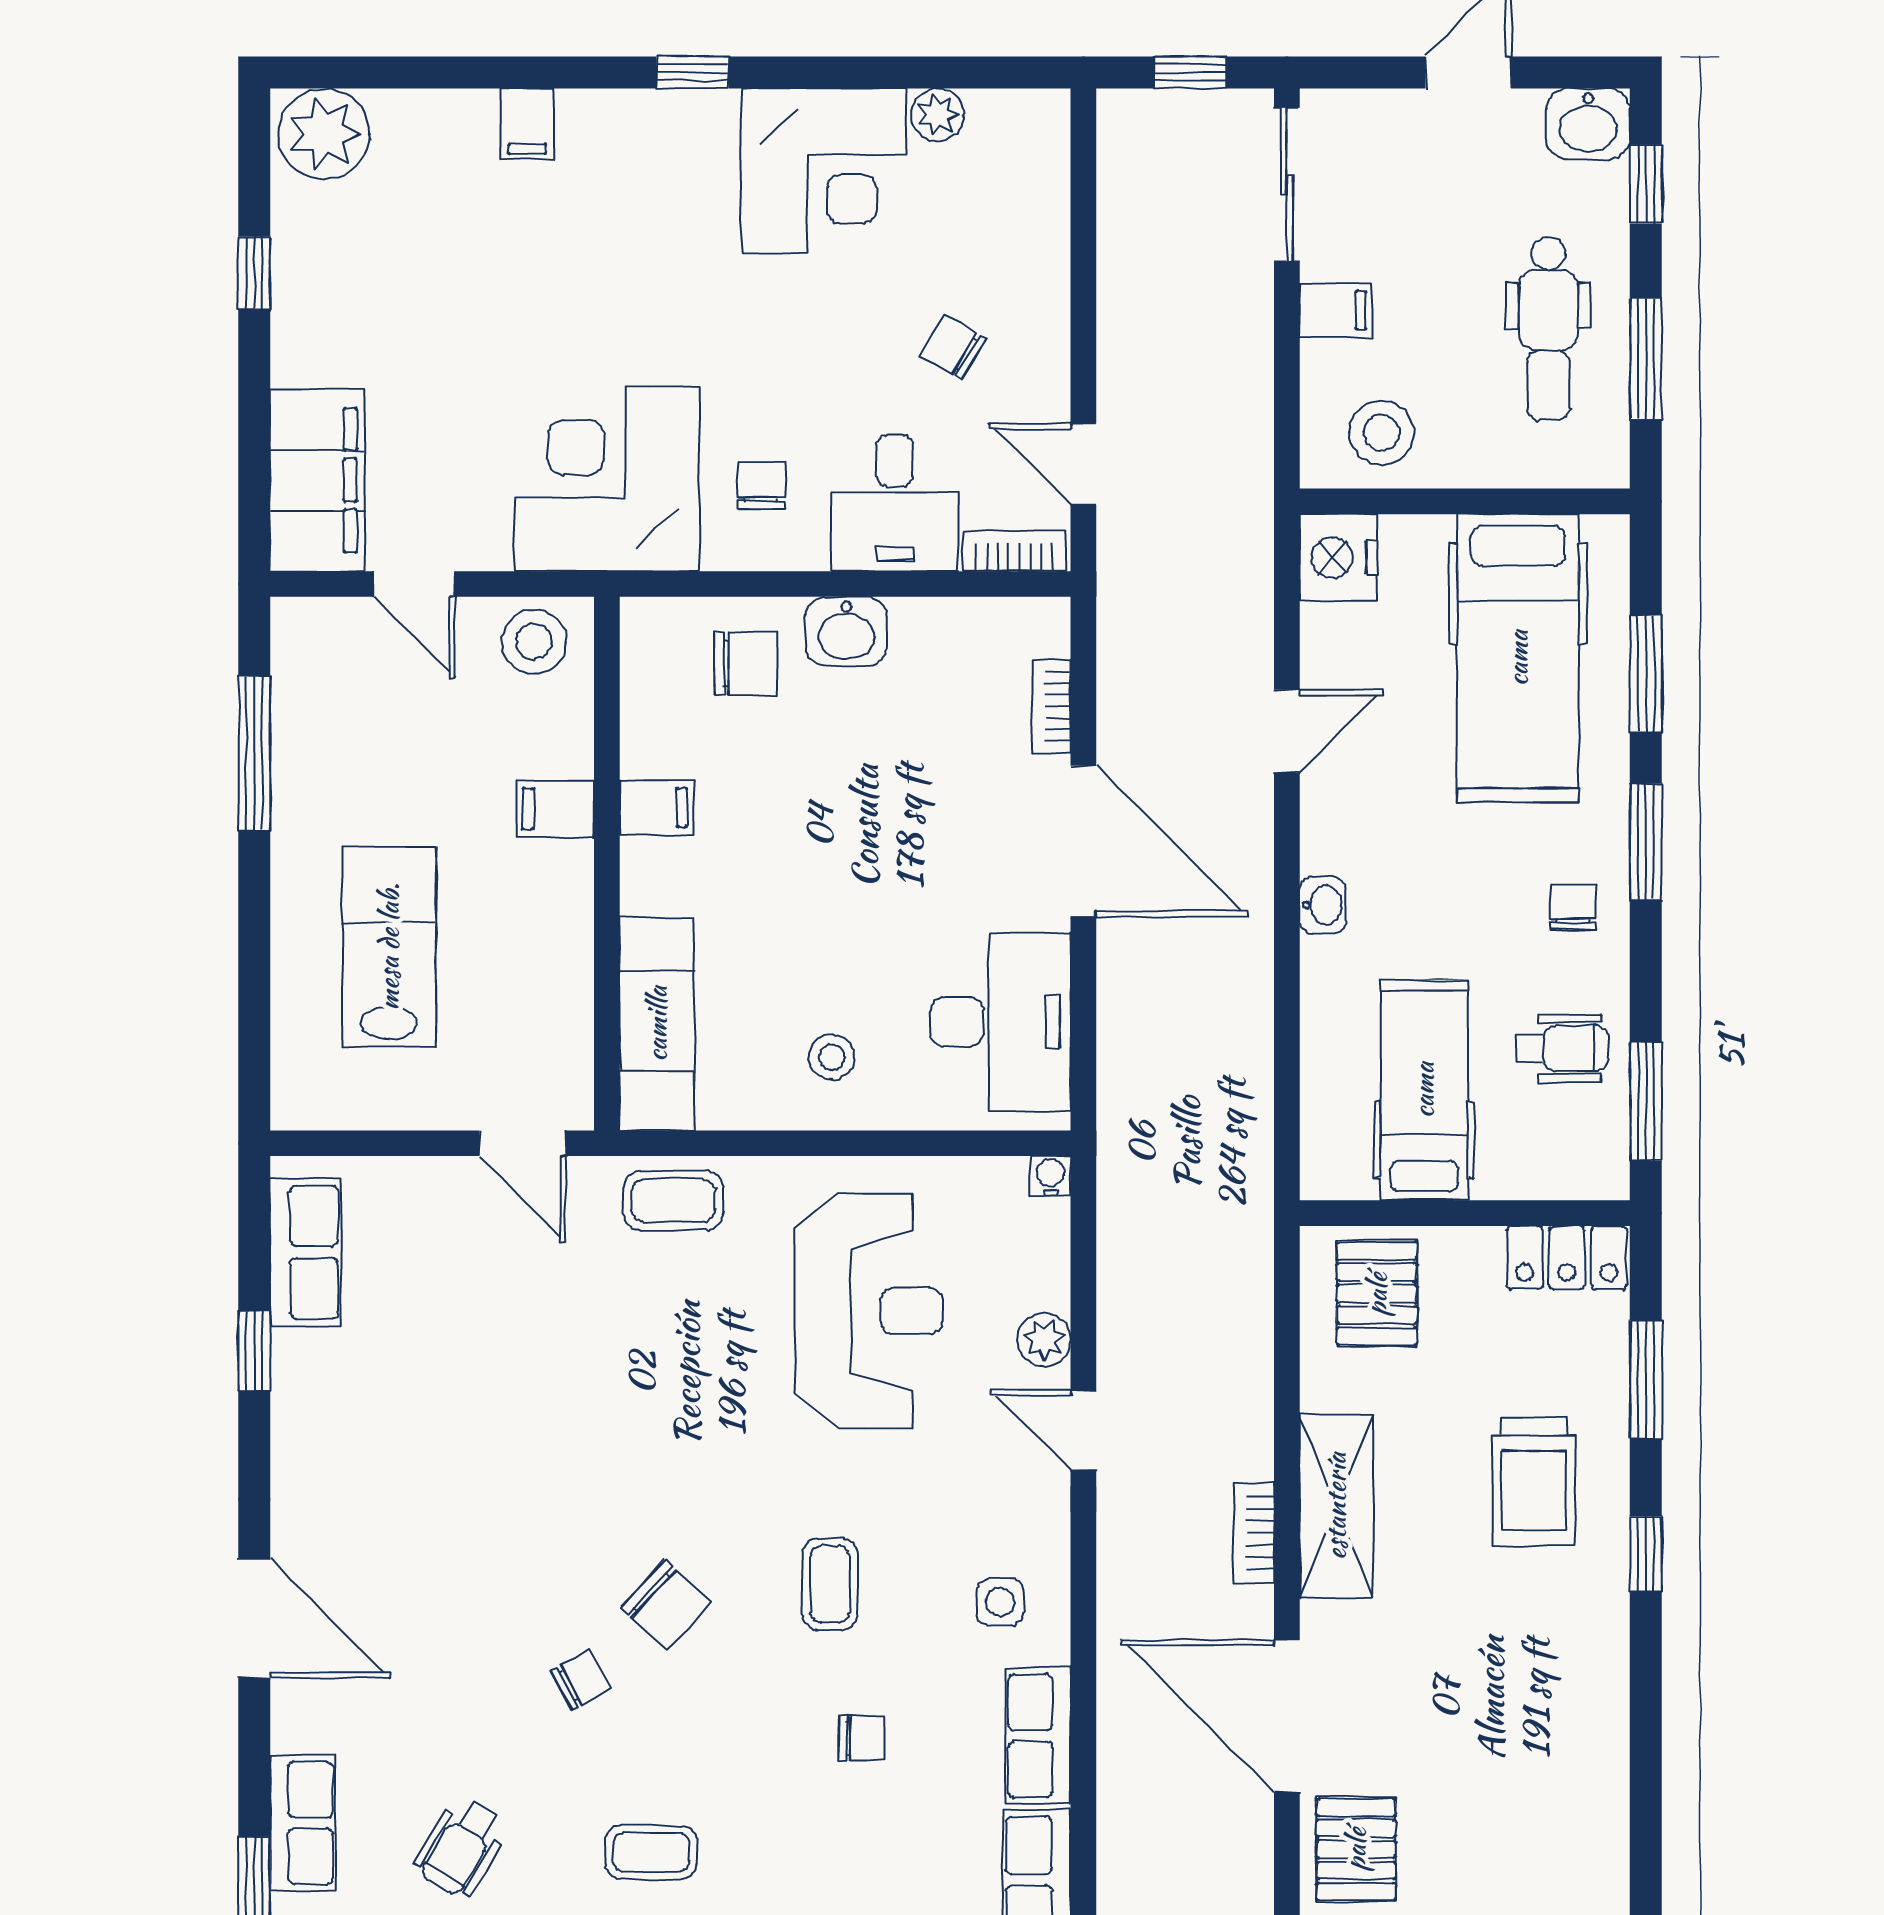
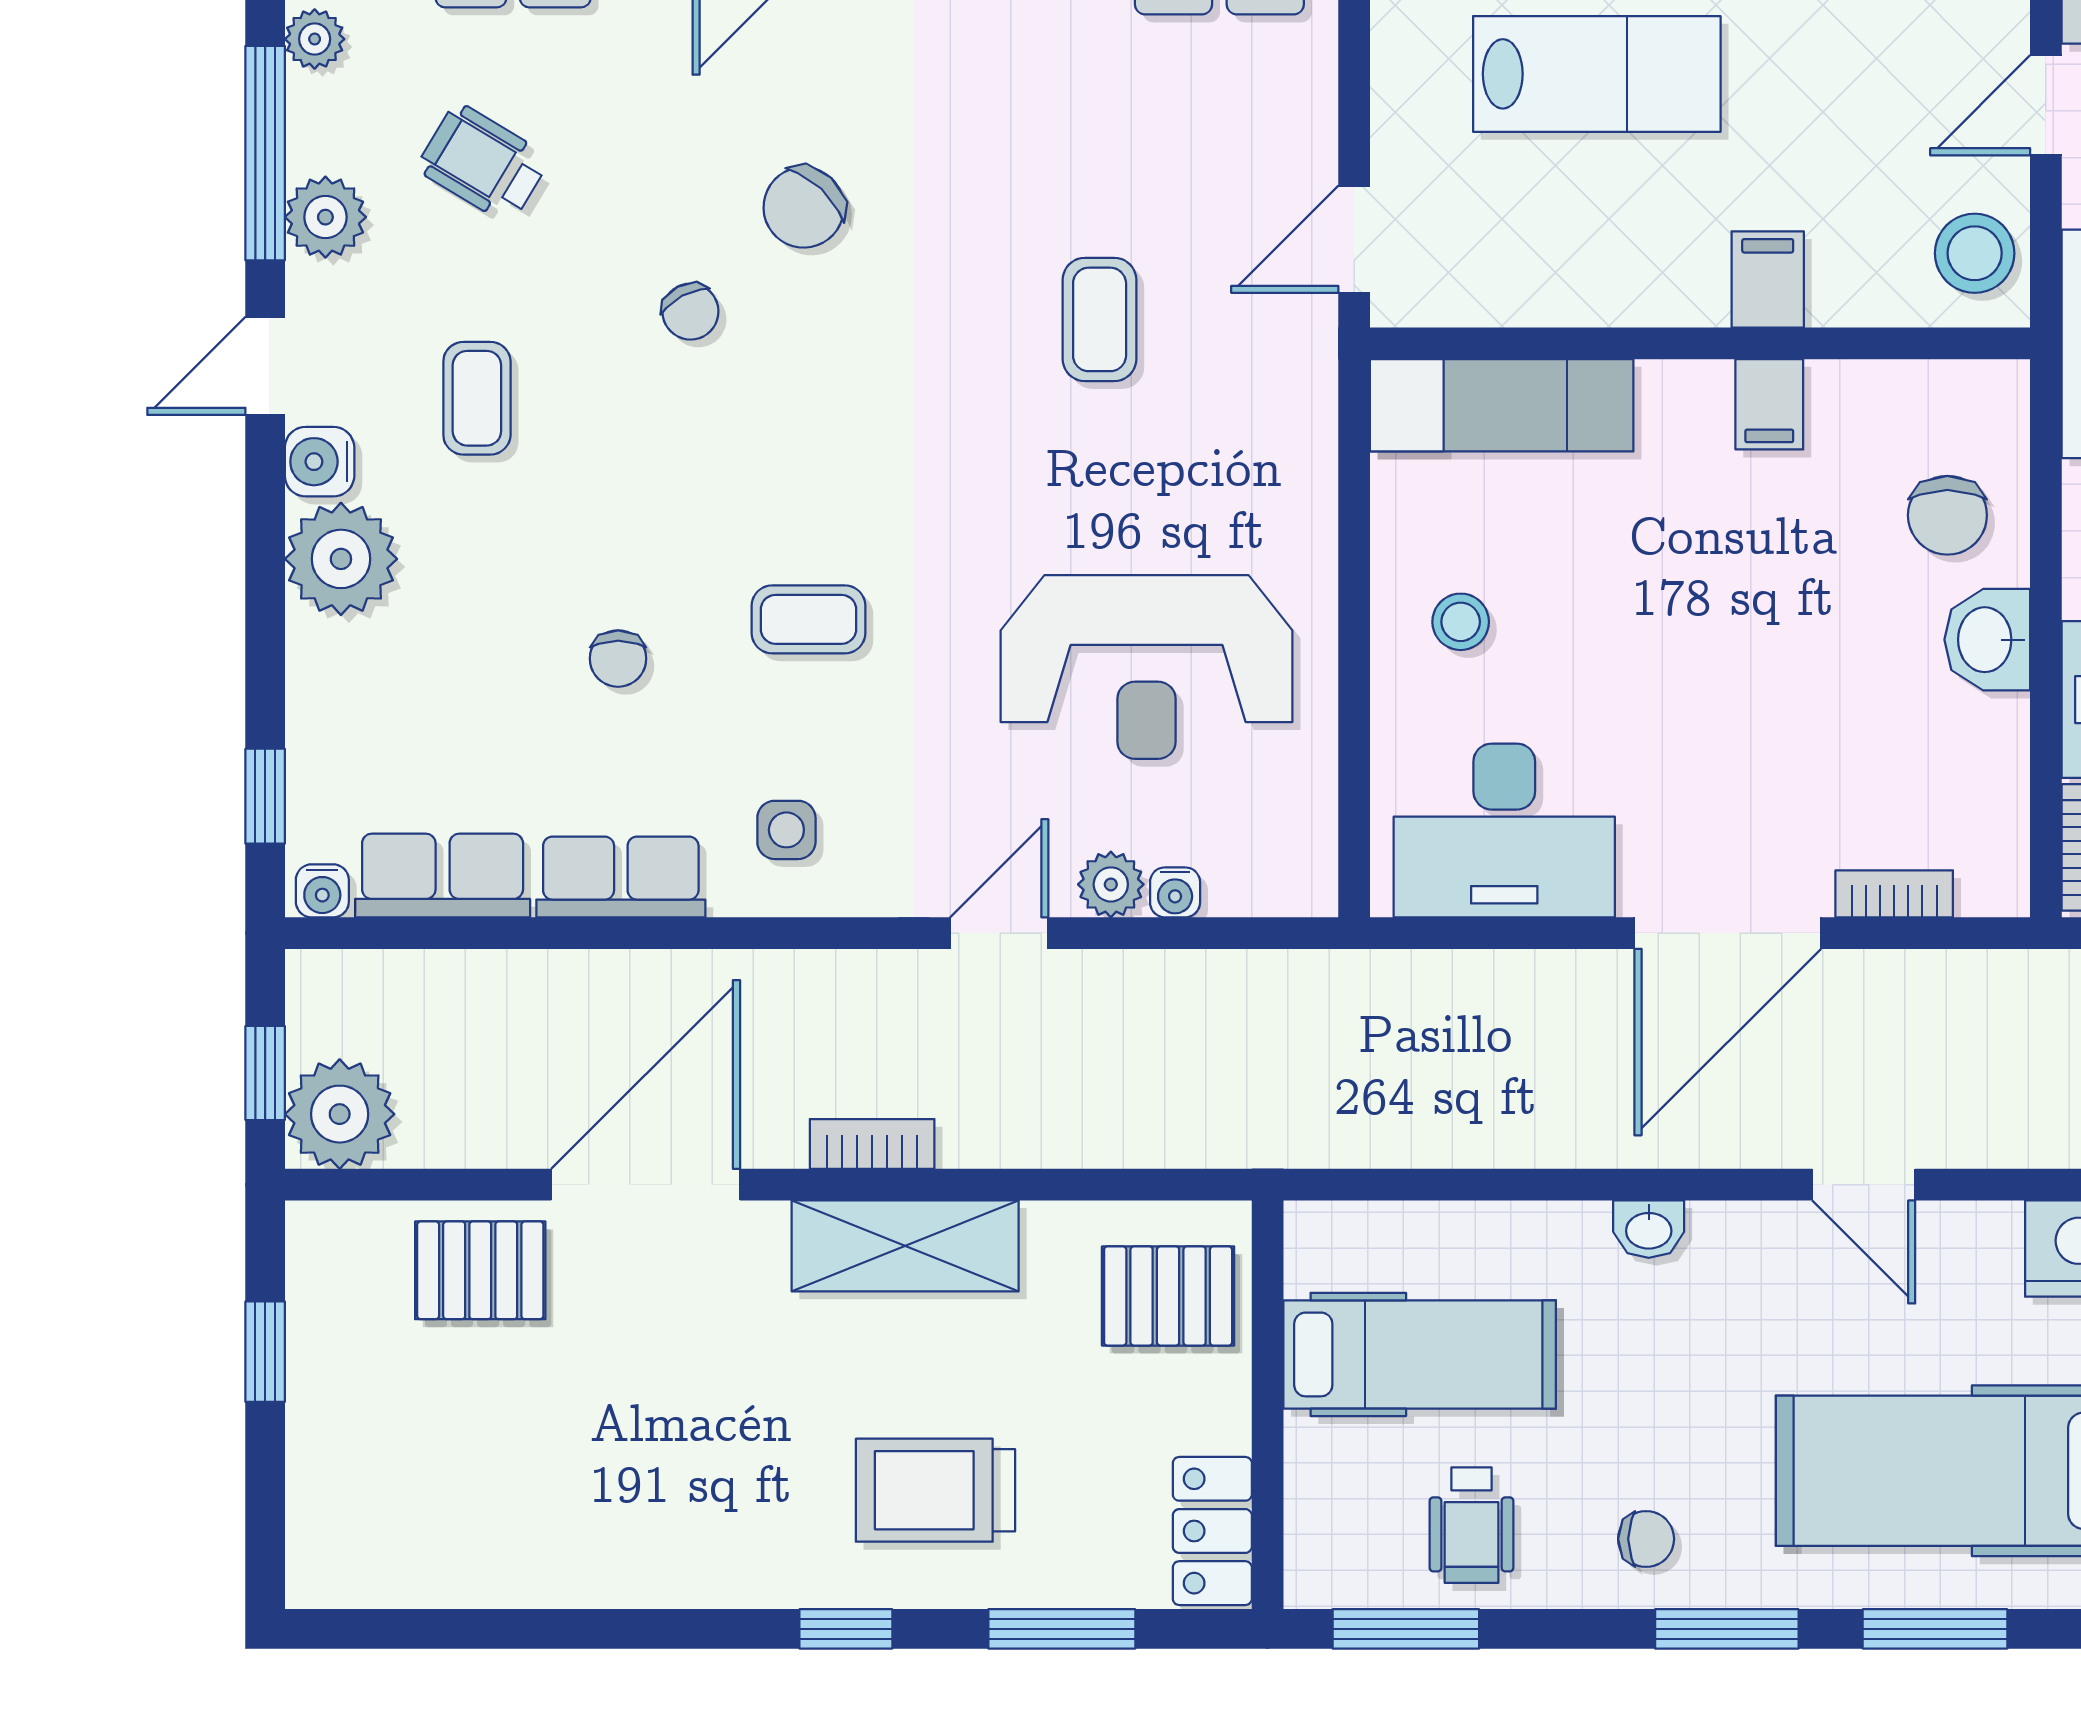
water cooler: (1051, 1176) -> (1175, 892), moved, turned 90
coffee table: (673, 1200) -> (1100, 319), moved
chair: (666, 1605) -> (804, 207), moved

